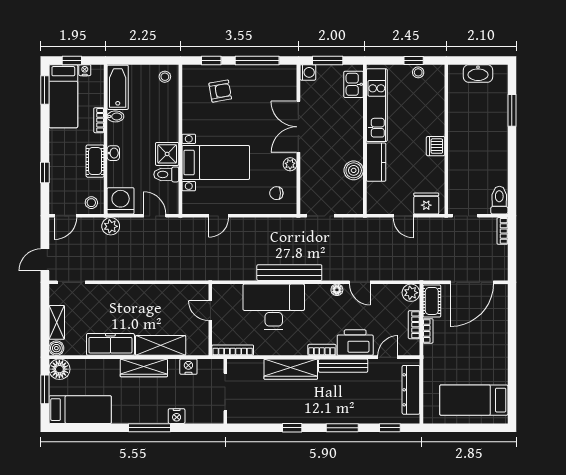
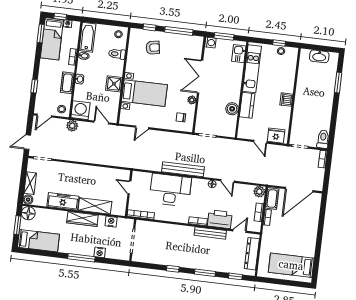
toilet: (166, 174) -> (117, 54), moved
wardrobe: (291, 369) -> (176, 231), removed

